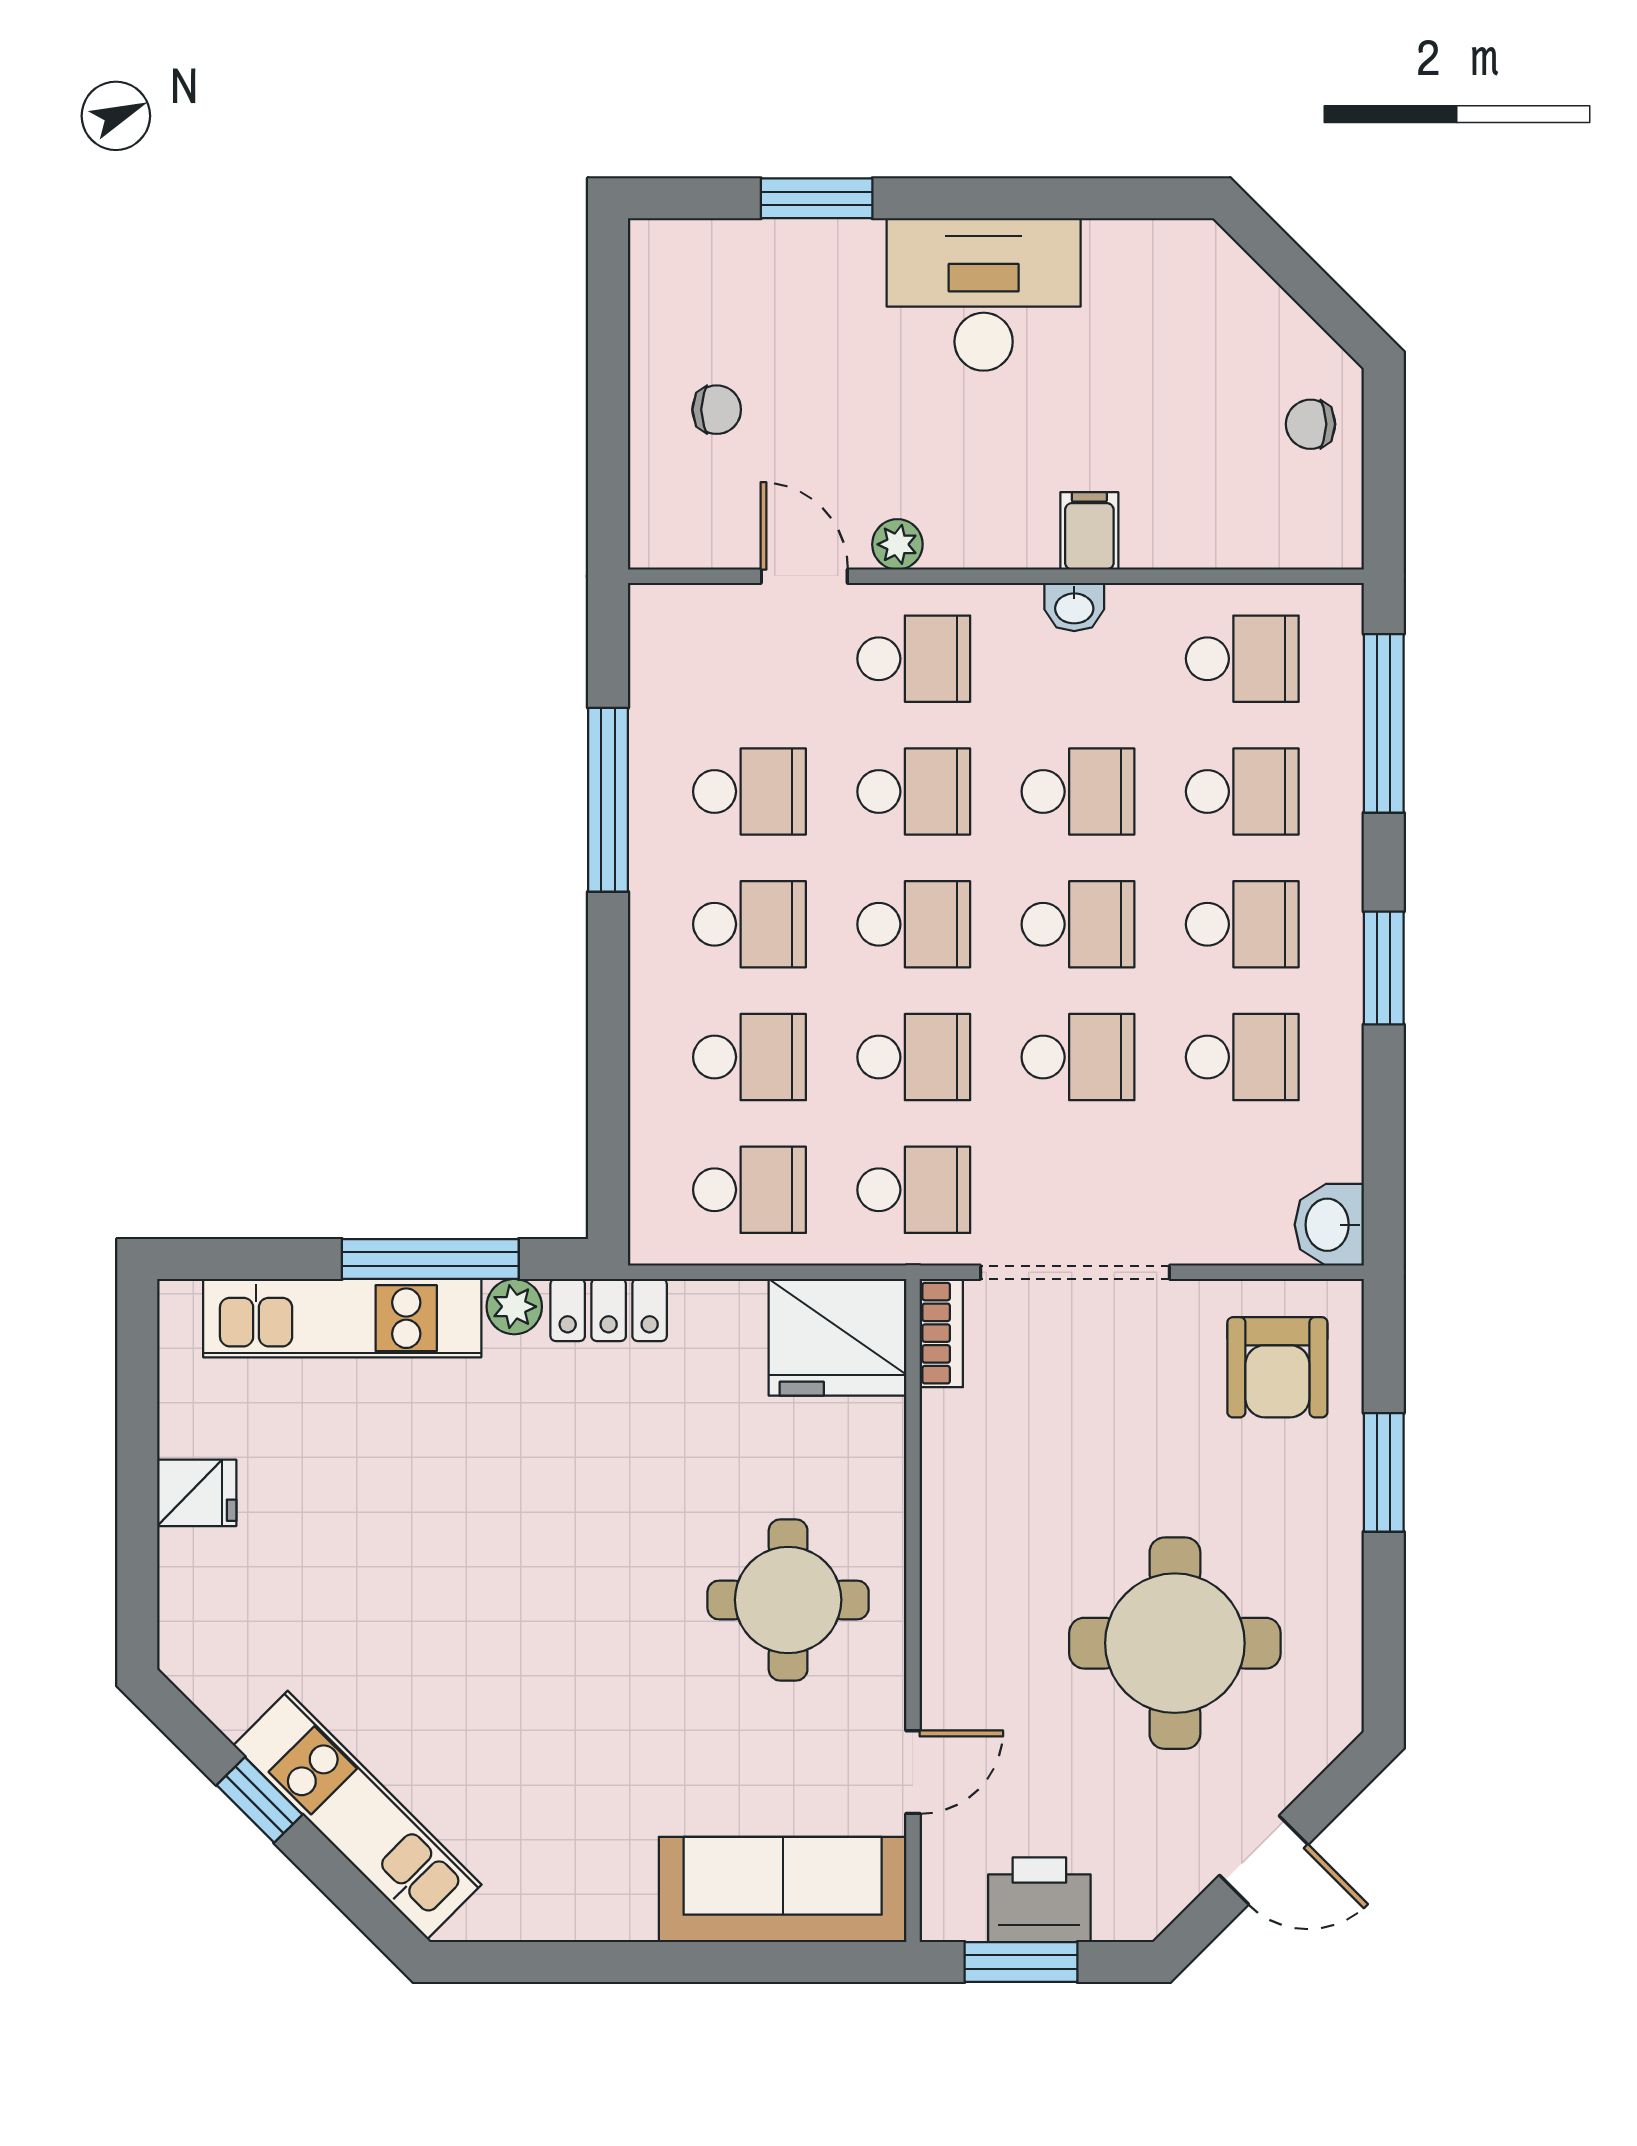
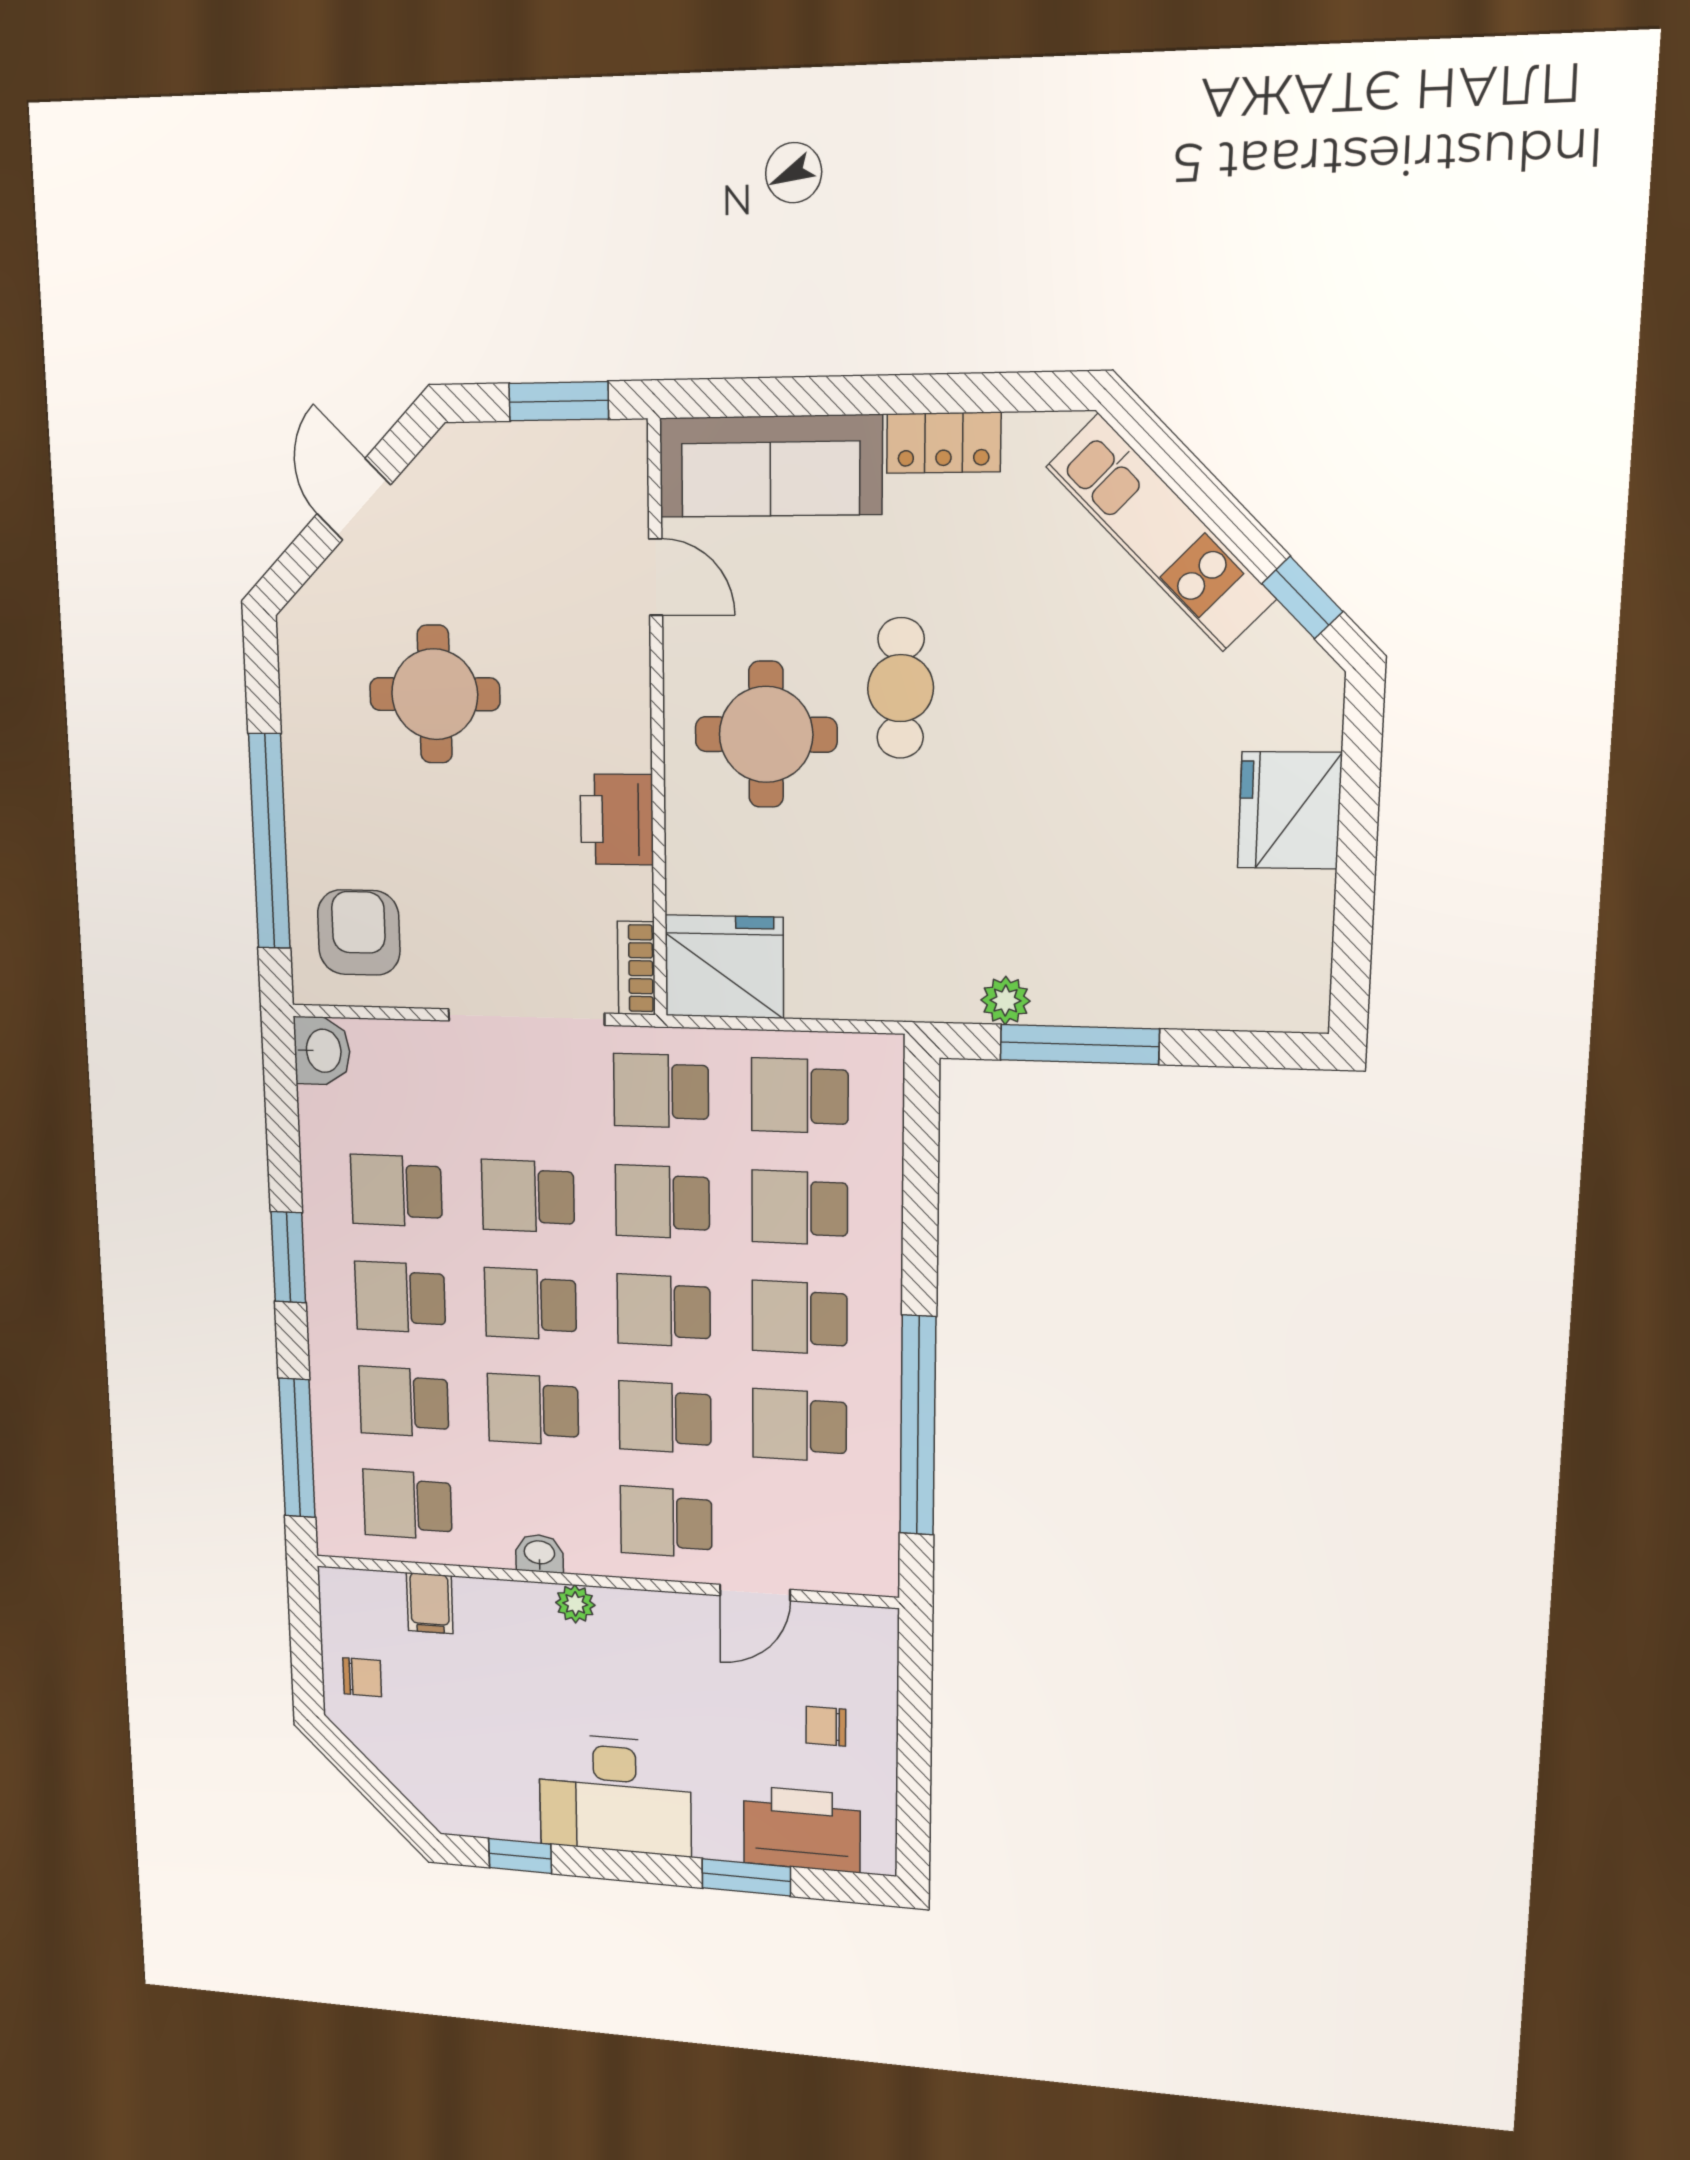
window: (1109, 198) -> (520, 1856), added
printer: (746, 270) -> (802, 1829), added
filing cabinet: (1089, 531) -> (430, 1603), moved
plant: (897, 544) -> (575, 1604), moved
door: (804, 576) -> (755, 1593), hinge flipped
window: (608, 800) -> (918, 1426), width x1.46
locker: (609, 1310) -> (944, 443), moved, turned 180
kitchen unit: (342, 1318) -> (1160, 994), removed
window: (1384, 1472) -> (269, 842), width x2.11
fridge: (197, 1493) -> (1290, 810), width x1.88, depth x1.34
round table: (1175, 1643) -> (435, 694), width x0.73, depth x0.73
cafe table: (637, 1651) -> (901, 688), added
door: (913, 1772) -> (656, 577), swing flipped
window: (259, 1800) -> (1302, 598), moved
door: (1264, 1860) -> (354, 499), hinge flipped
printer: (1039, 1900) -> (617, 819), moved, turned 90

